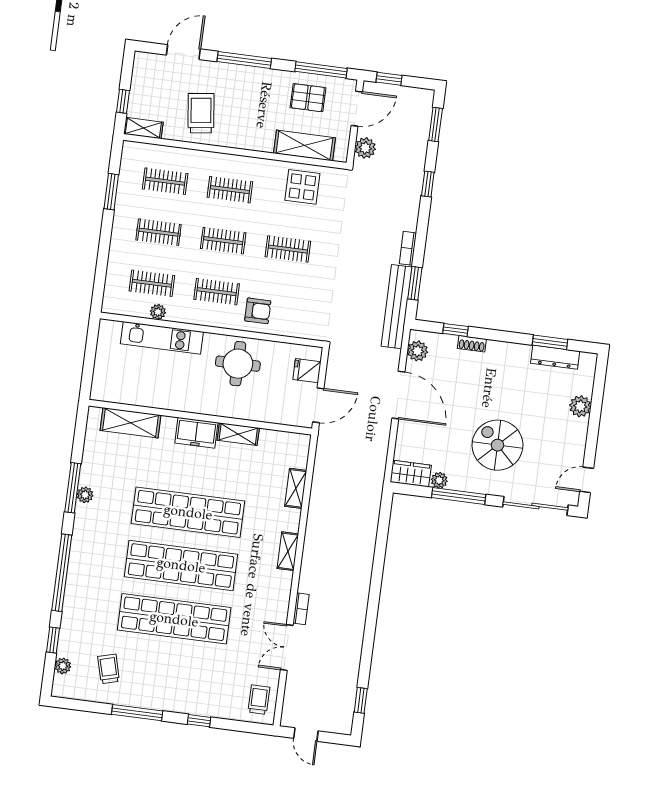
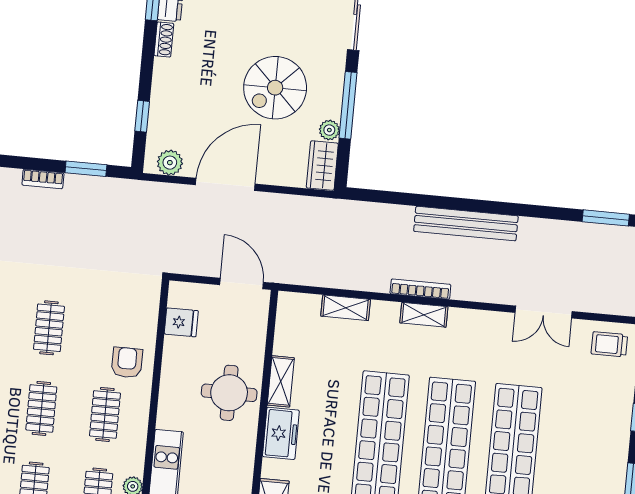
bench: (397, 307) -> (466, 224), moved
shoe rack: (472, 344) -> (164, 39), moved
round table: (238, 364) -> (229, 393), moved
fridge: (307, 371) -> (181, 322), moved, turned -90
spiral stairs: (497, 445) -> (275, 88), moved
bookcase: (301, 609) -> (420, 289), moved, width x1.56
window: (361, 700) -> (606, 218), width x1.50

